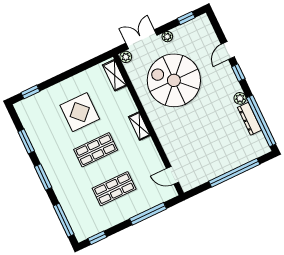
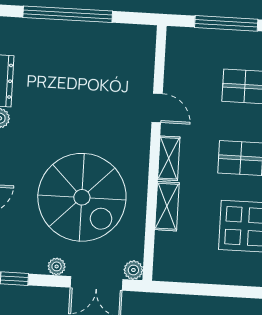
shelving: (115, 75) -> (167, 206), moved
door: (172, 175) -> (157, 108), moved

